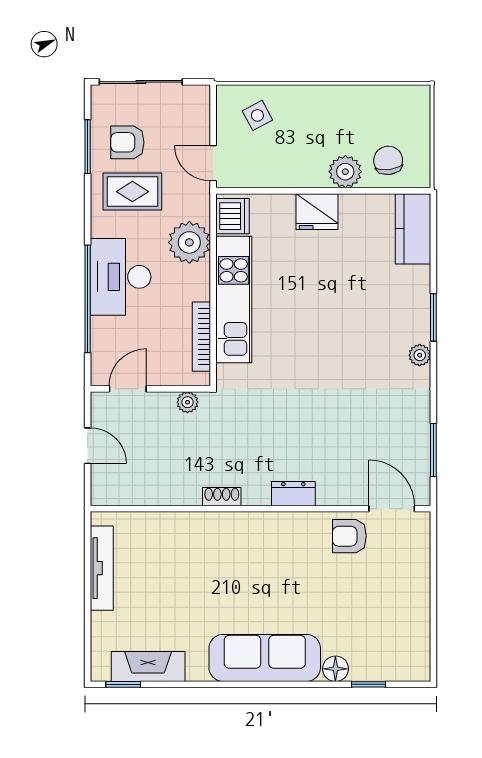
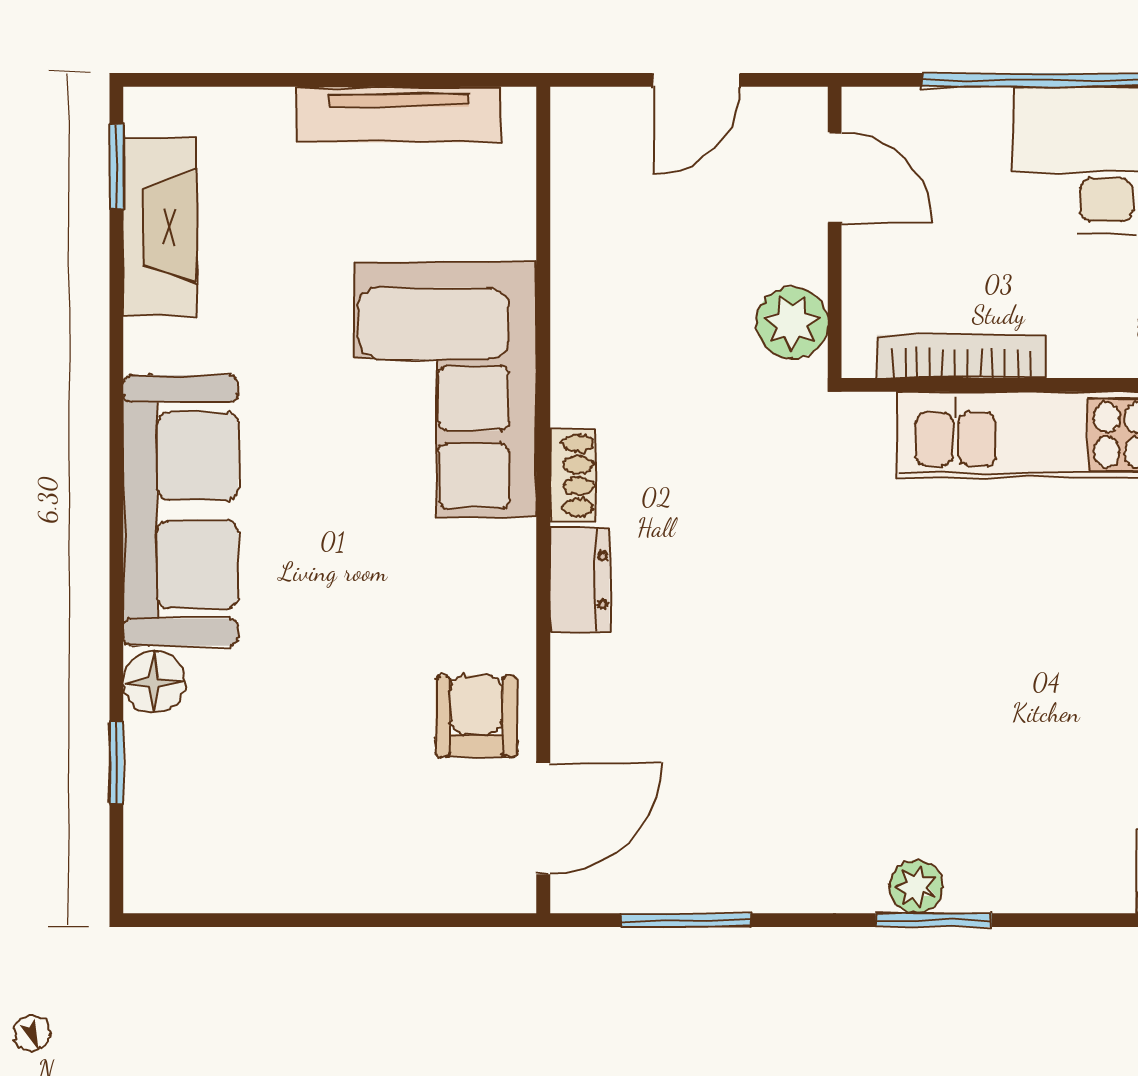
window: (433, 317) -> (934, 920), moved
plant: (187, 402) -> (792, 323), width x1.38, depth x1.38
shoe rack: (222, 497) -> (573, 475), moved
corner sofa: (215, 549) -> (445, 390), added

